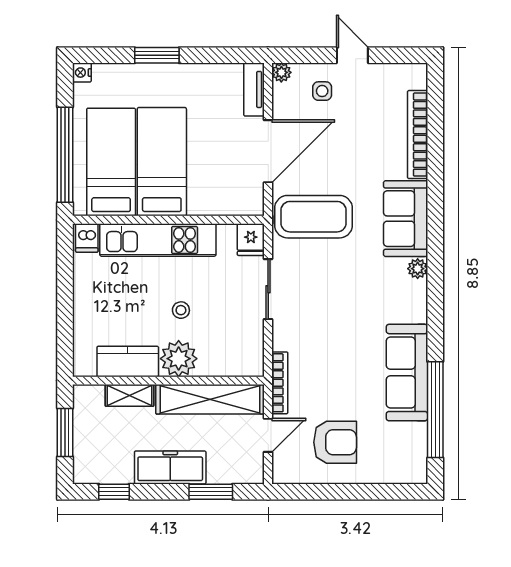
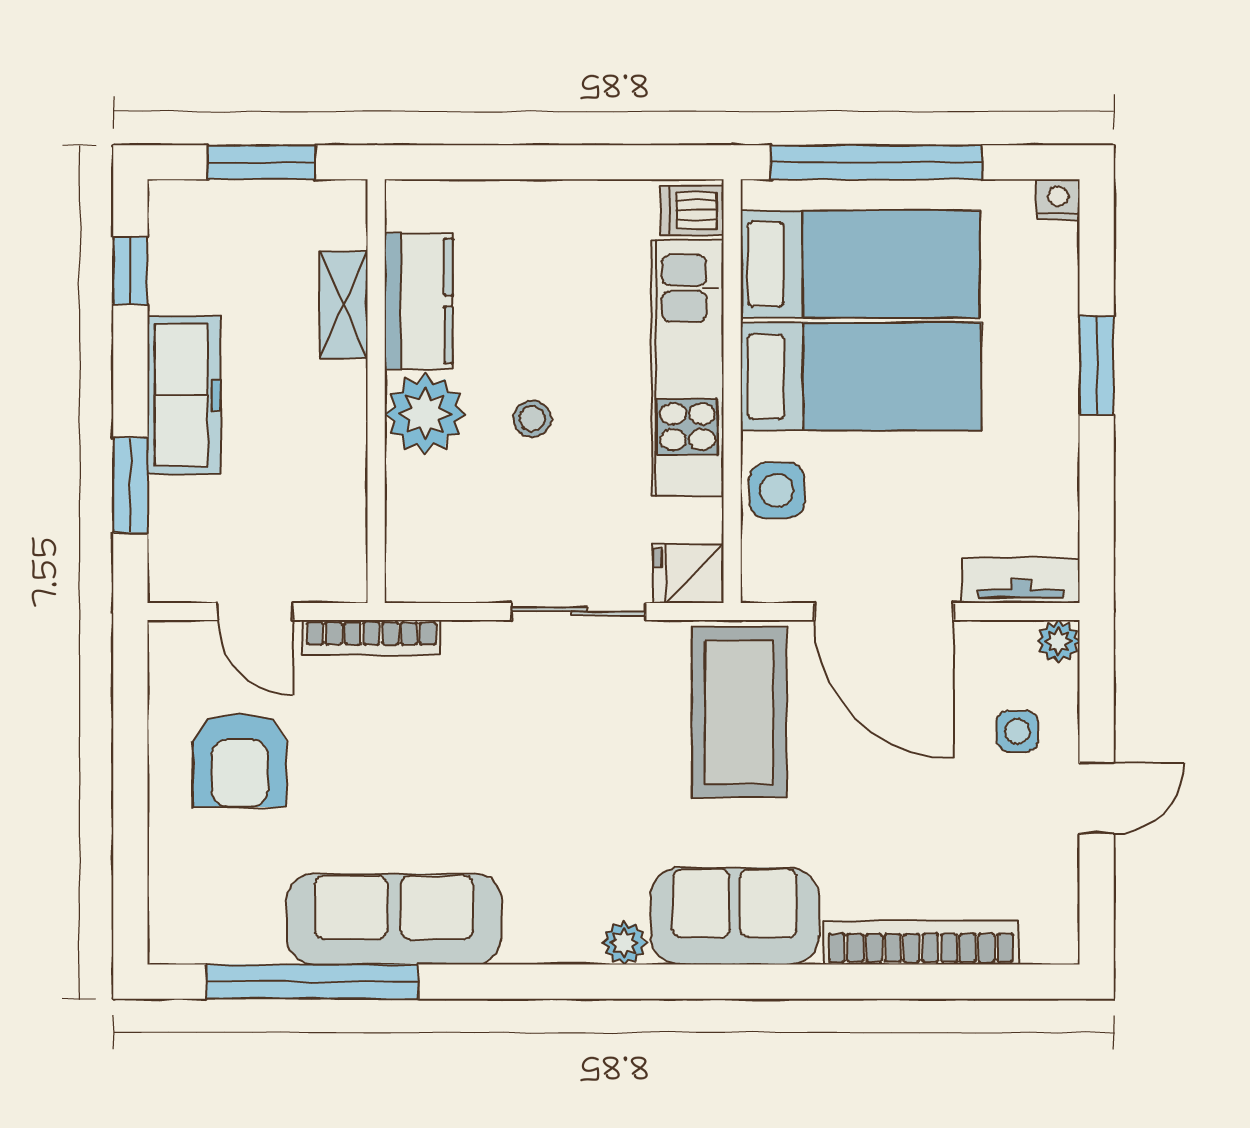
side table: (213, 200) -> (777, 491), added
shelving: (210, 399) -> (335, 483), removed

